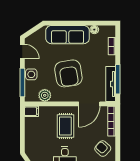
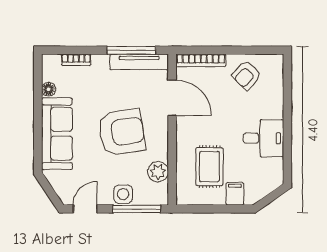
filing cabinet: (32, 111) -> (235, 194), moved
rug: (65, 126) -> (209, 167), moved, turned 90

